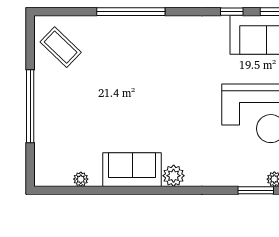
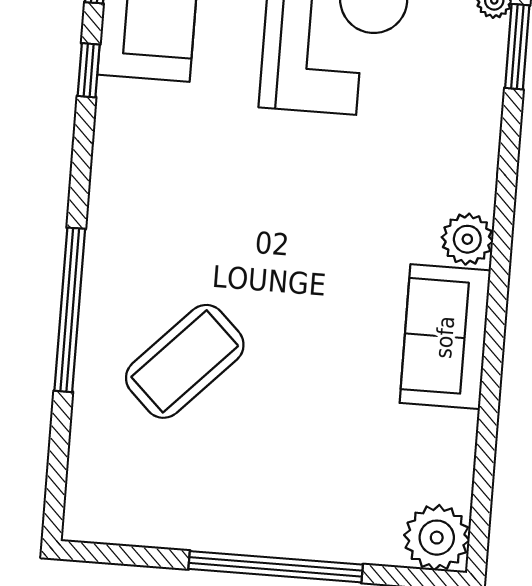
coffee table: (61, 47) -> (185, 361), moved, width x1.36, depth x1.32
plant: (81, 179) -> (437, 538), moved, width x1.88, depth x1.88

